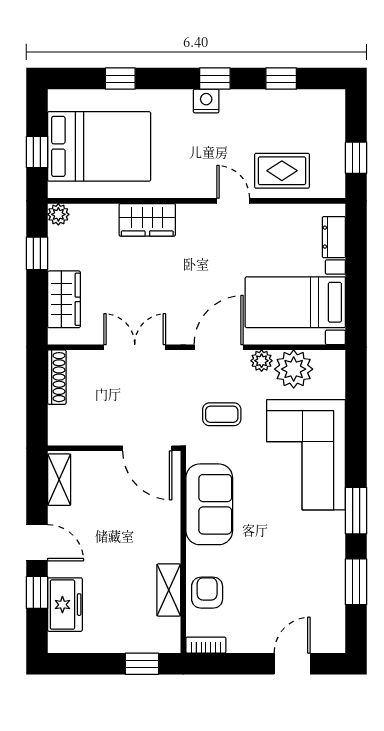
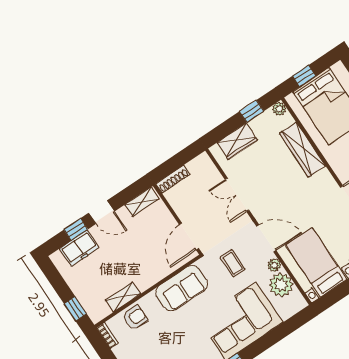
wardrobe: (147, 220) -> (302, 150), width x1.50
double door: (135, 347) -> (237, 195), swing flipped
shoe rack: (57, 377) -> (173, 179), moved
door: (37, 543) -> (102, 212), hinge flipped

